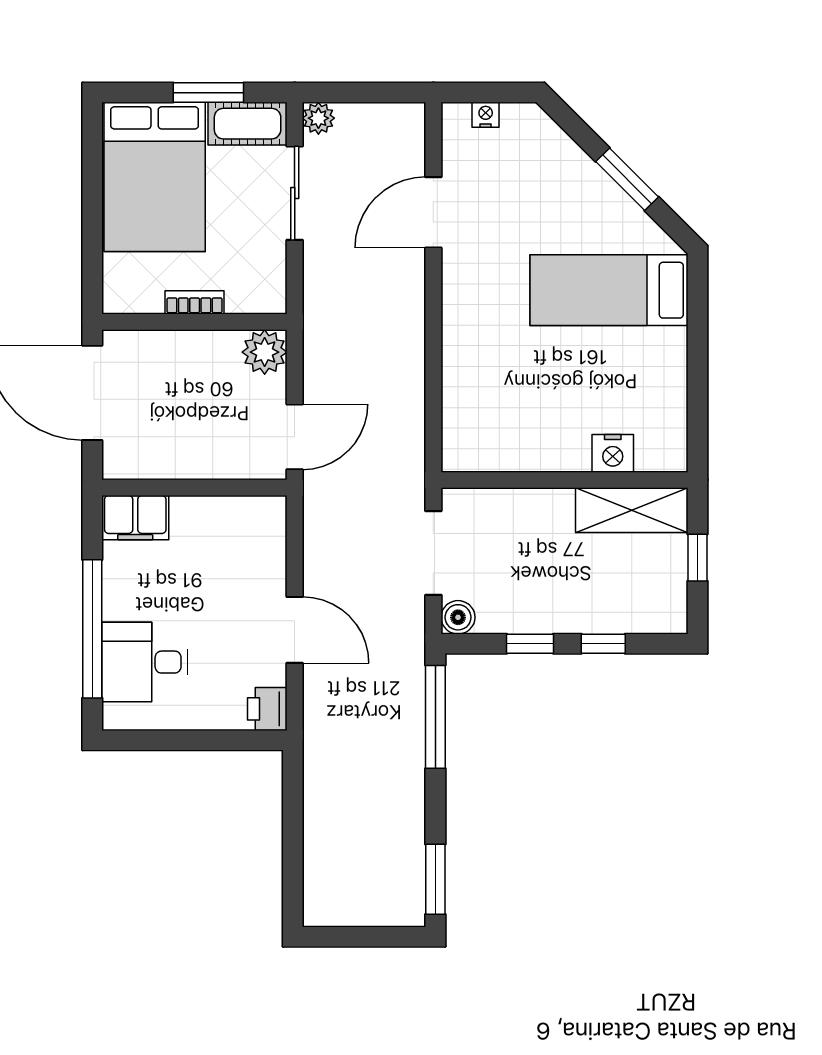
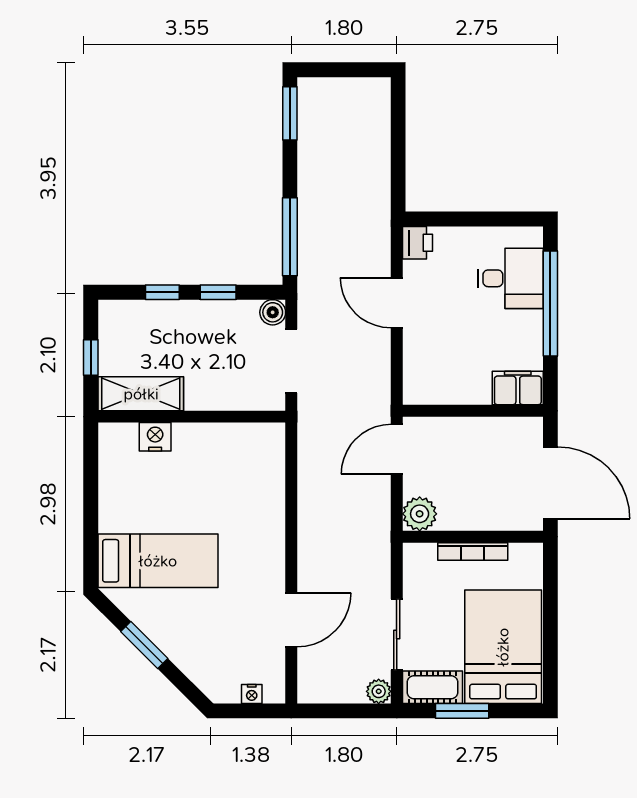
bookcase: (195, 302) -> (473, 551), width x1.56

